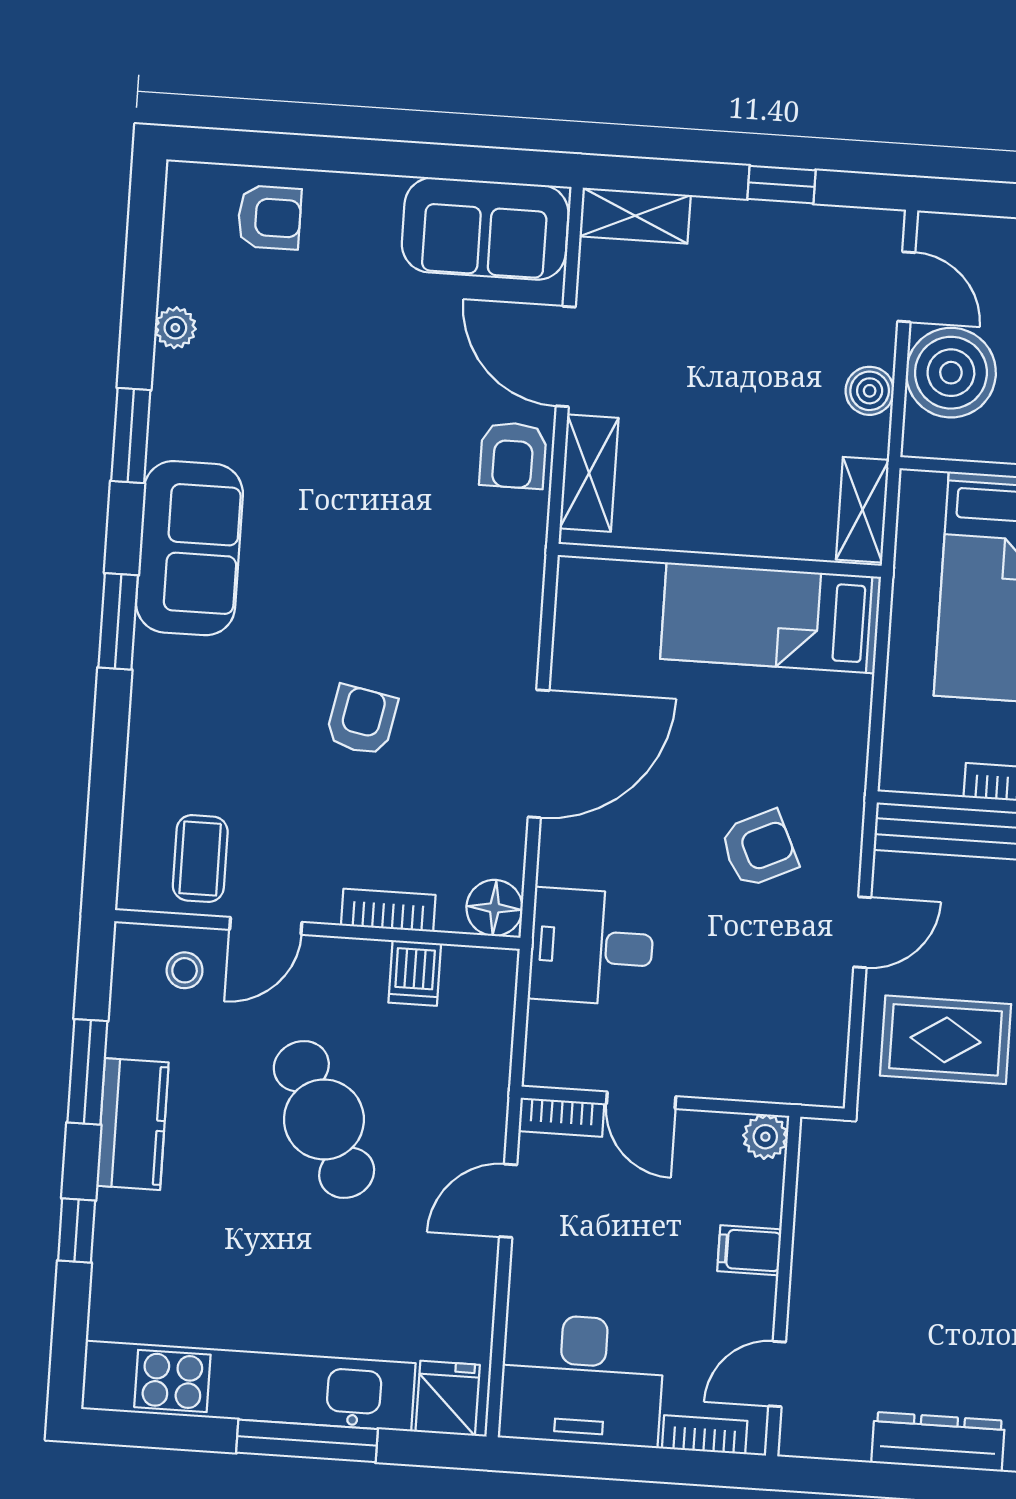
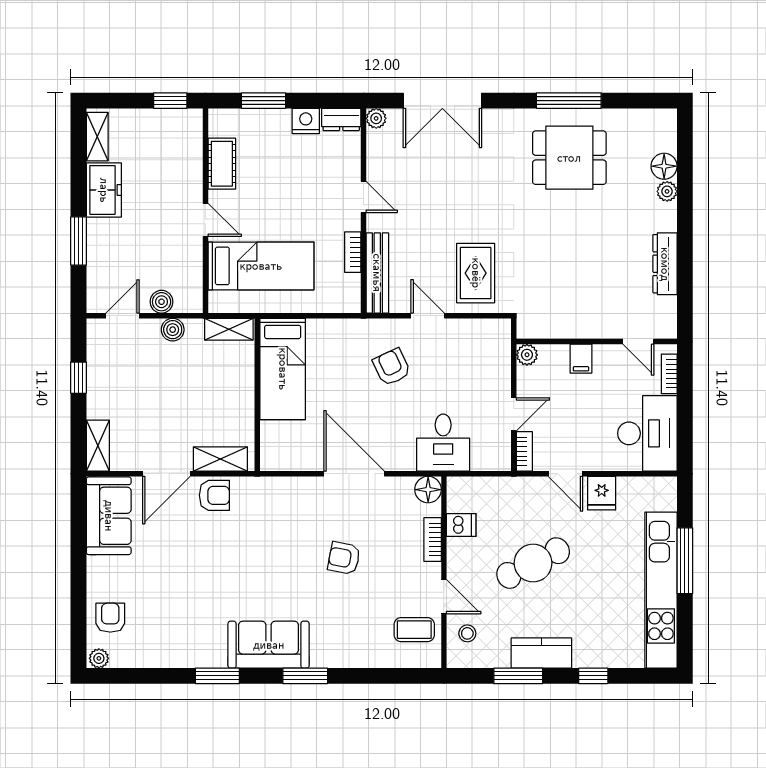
plant: (175, 328) -> (99, 658), moved
boiler: (951, 373) -> (162, 302), width x0.54, depth x0.54
fridge: (448, 1398) -> (602, 493), moved, turned -90

